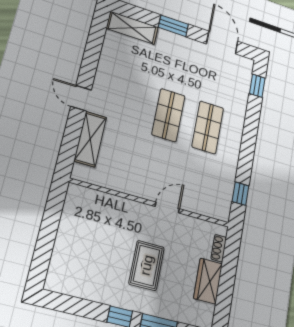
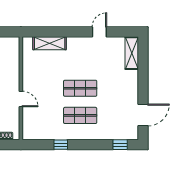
window: (173, 26) -> (143, 80), removed
door: (81, 98) -> (99, 32), moved
window: (240, 194) -> (61, 145), moved

